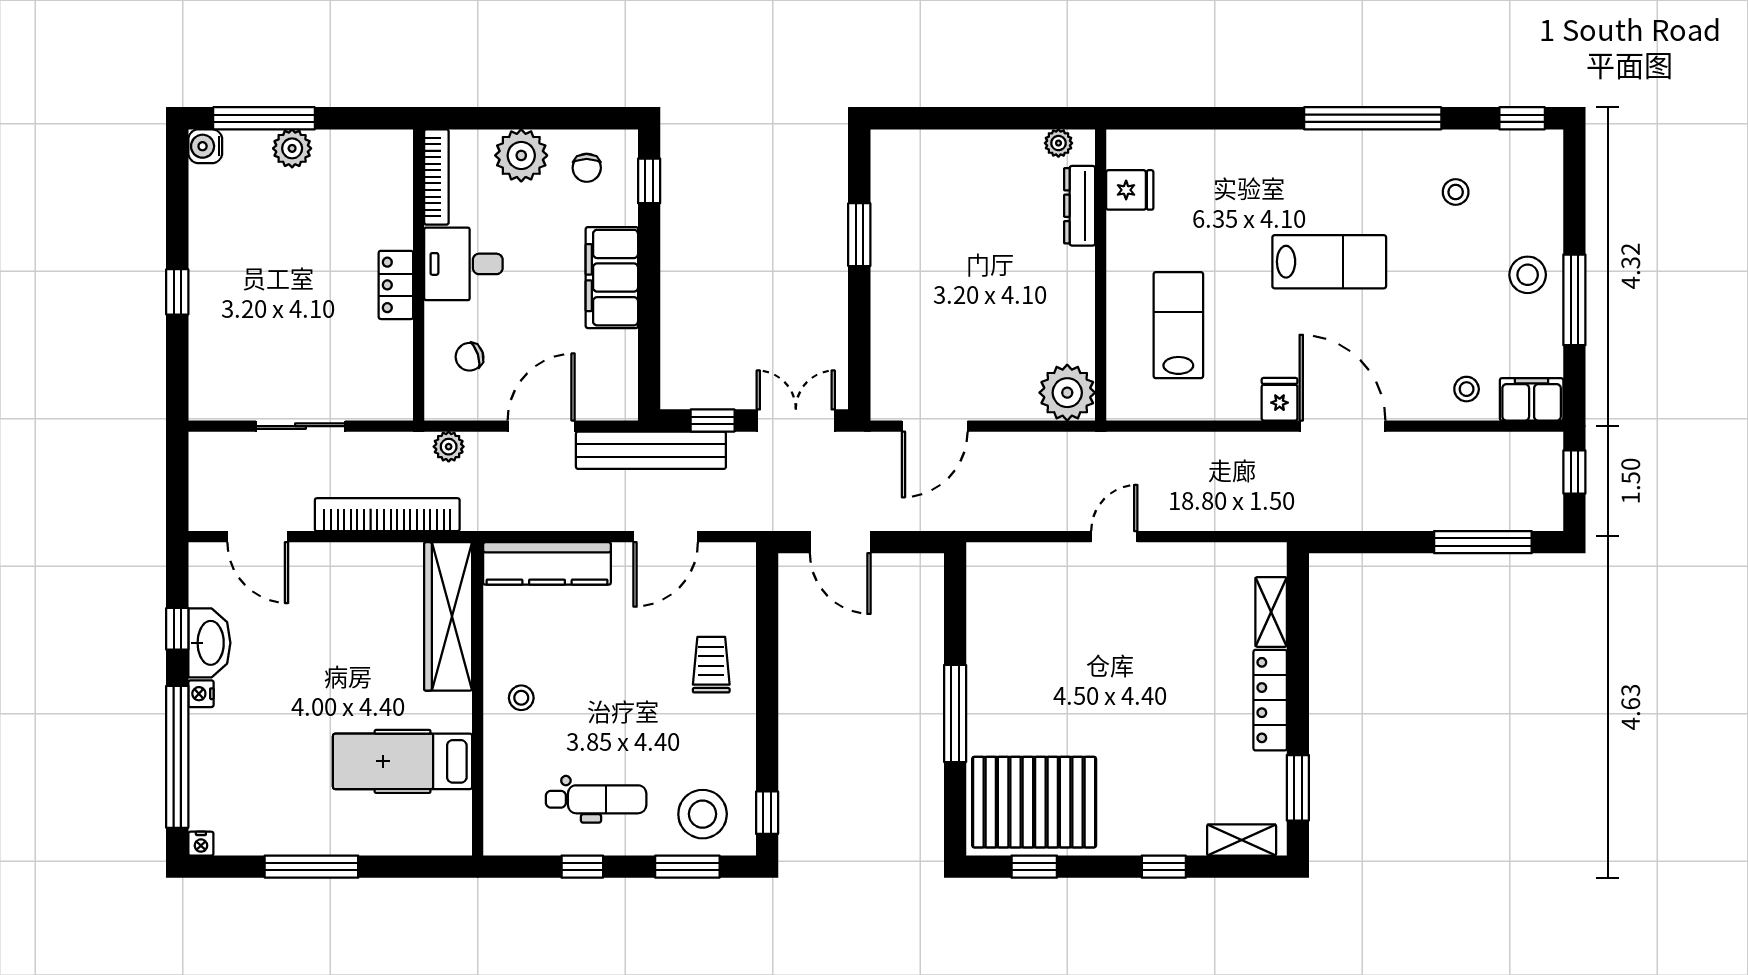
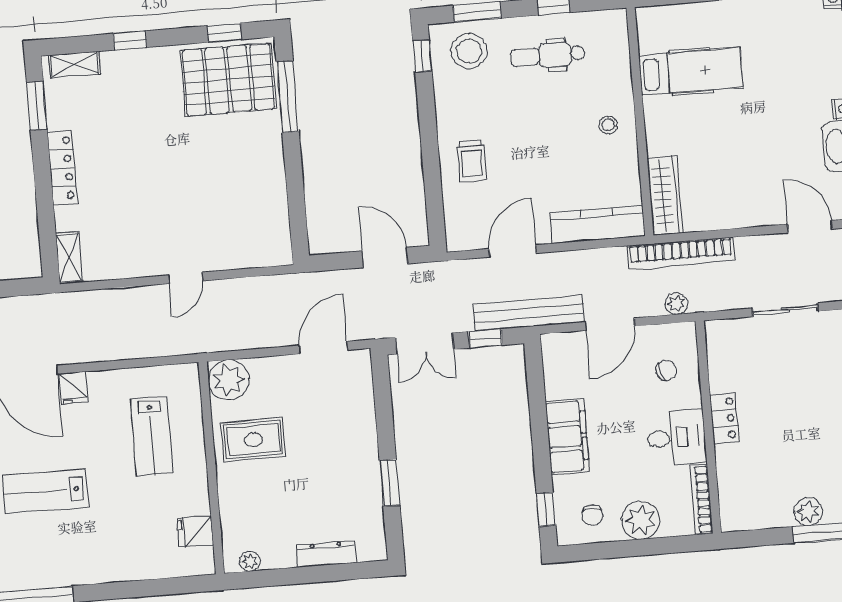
chair: (587, 168) -> (592, 515), turned 180
dresser: (1080, 206) -> (326, 554), moved, turned -90
rug: (1040, 309) -> (253, 440), added
bookcase: (387, 515) -> (681, 253), moved
shelving: (1271, 612) -> (69, 258), moved
wardrobe: (448, 616) -> (665, 196), width x0.71, depth x0.85
window: (955, 714) -> (288, 97), moved

